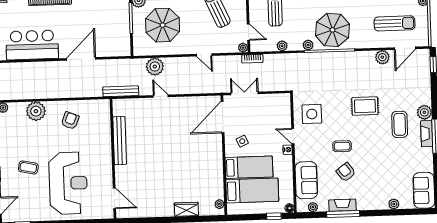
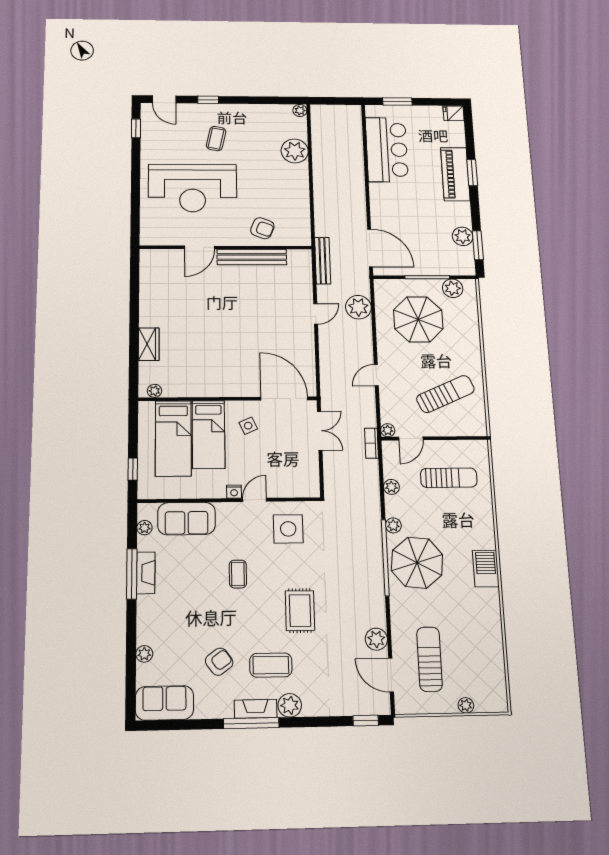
sun lounger: (394, 23) -> (430, 659), turned 180
door: (81, 59) -> (370, 248), moved
armchair: (70, 121) -> (262, 228), moved
armchair: (346, 172) -> (219, 662), moved
door: (114, 198) -> (199, 247), moved
floor lamp: (290, 208) -> (144, 493), removed

